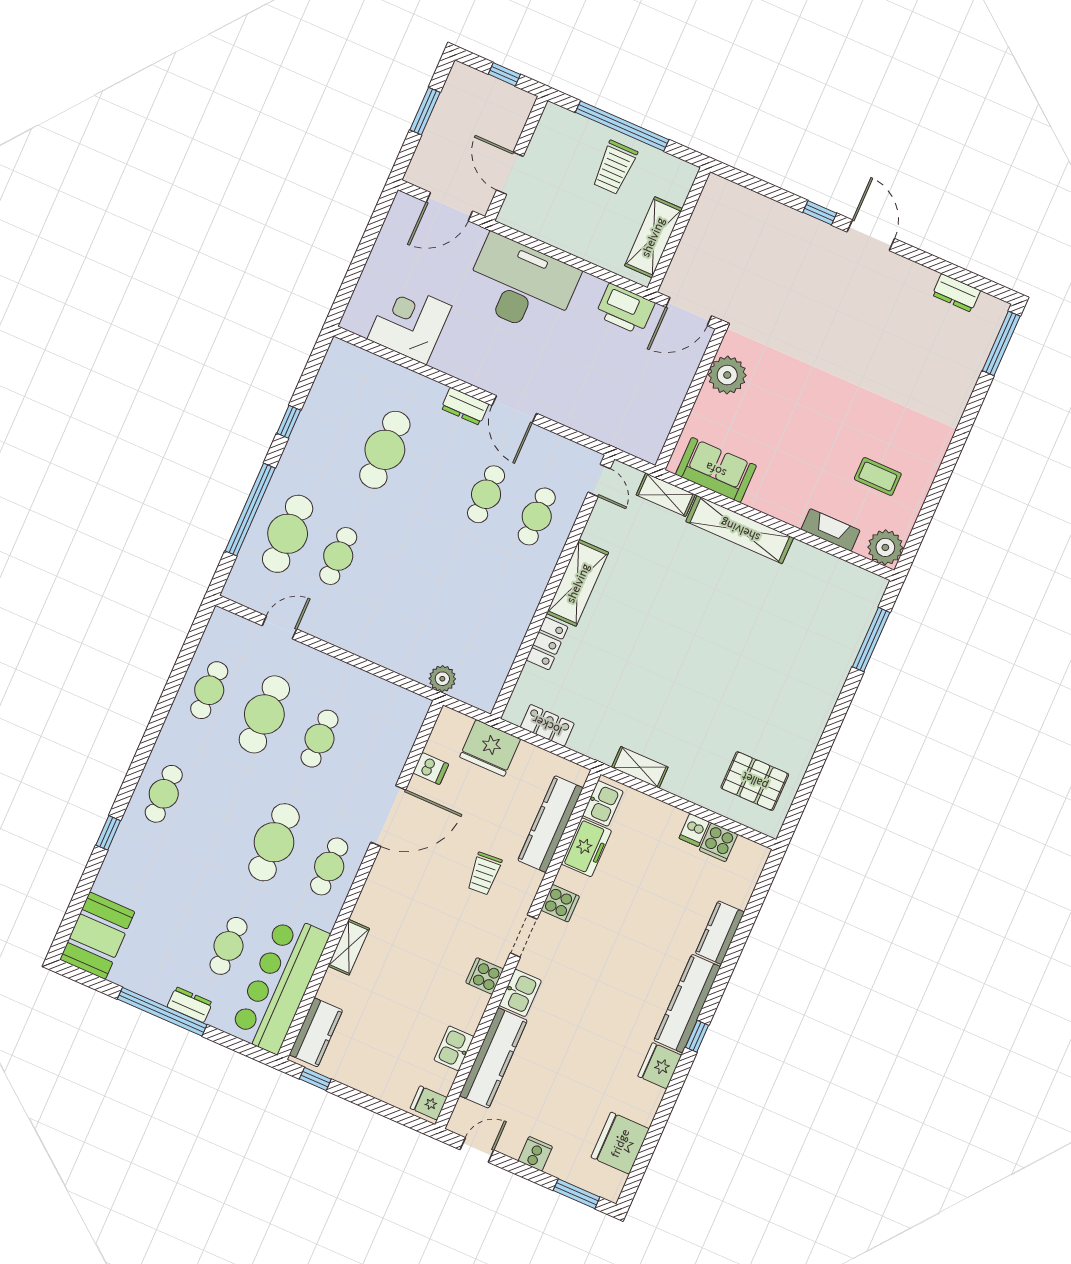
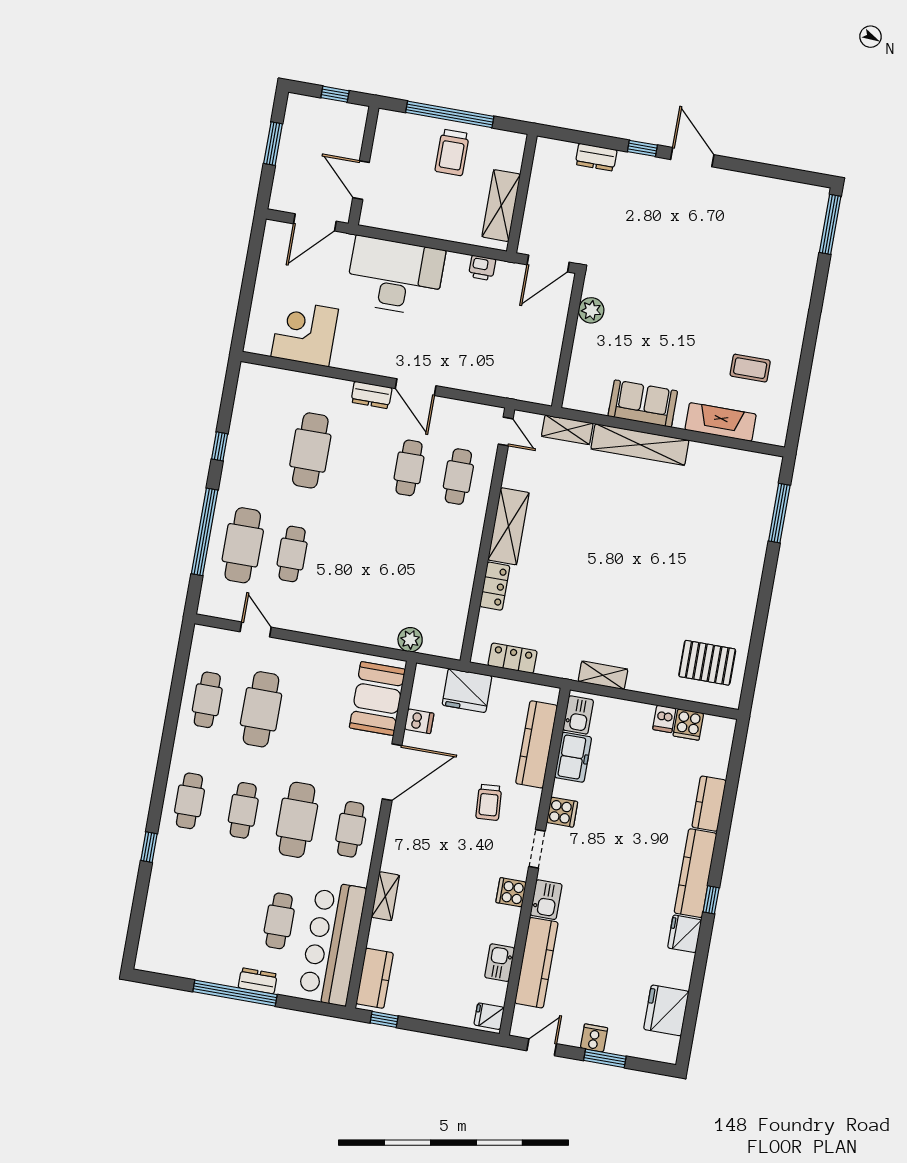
dresser: (956, 293) -> (596, 157), moved
printer: (625, 309) -> (482, 268), width x0.53, depth x0.68
plant: (727, 375) -> (591, 310), width x0.73, depth x0.73
sofa: (716, 470) -> (643, 404), moved
fireplace: (831, 530) -> (721, 422), width x1.37, depth x1.32
plant: (885, 547) -> (772, 429), removed
door: (279, 627) -> (256, 629), hinge flipped
cafe table: (320, 739) -> (243, 810), moved
booth: (97, 936) -> (377, 699), moved
window: (577, 1194) -> (605, 1058), moved

